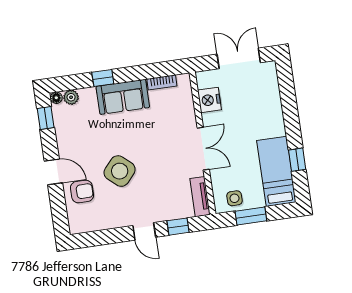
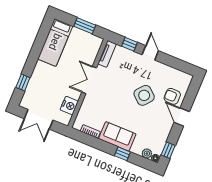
window: (297, 160) -> (23, 82), moved
side table: (234, 198) -> (88, 41), removed

